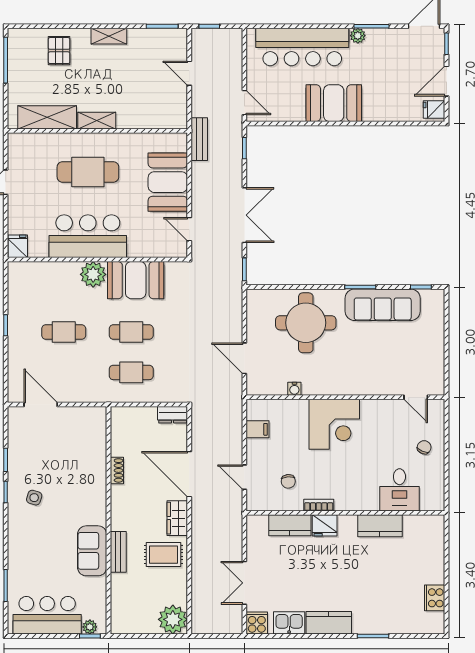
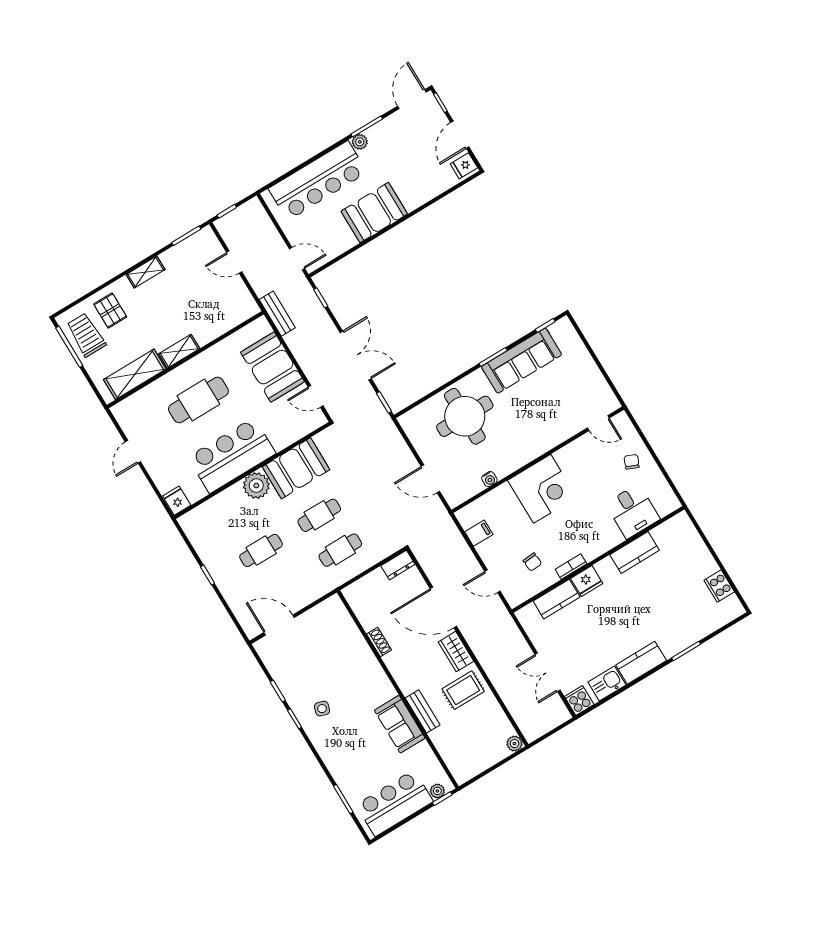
trolley: (26, 59) -> (86, 335), added
plant: (173, 619) -> (514, 744), width x0.53, depth x0.53

